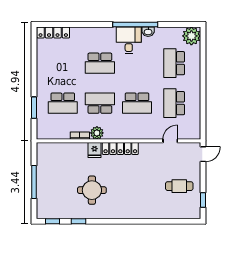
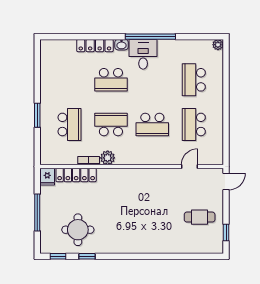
locker: (53, 32) -> (95, 46), moved
washbasin: (148, 32) -> (121, 45), moved
plant: (191, 36) -> (218, 45), width x0.53, depth x0.53
school desk: (63, 103) -> (69, 124), turned -90
window: (34, 108) -> (37, 115), moved
locker: (120, 148) -> (76, 175), moved
fridge: (95, 150) -> (47, 177), moved
round table: (92, 190) -> (78, 230), moved

